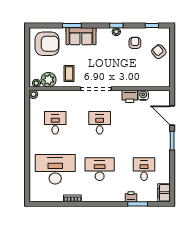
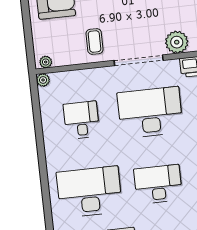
plant: (49, 80) -> (177, 42), moved
desk: (100, 123) -> (150, 112), width x1.87, depth x1.30

